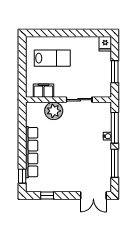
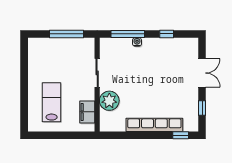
fridge: (105, 44) -> (36, 44), removed
window: (115, 72) -> (66, 34), width x1.44
window: (115, 163) -> (167, 34), width x0.46
double door: (93, 196) -> (202, 73), moved

